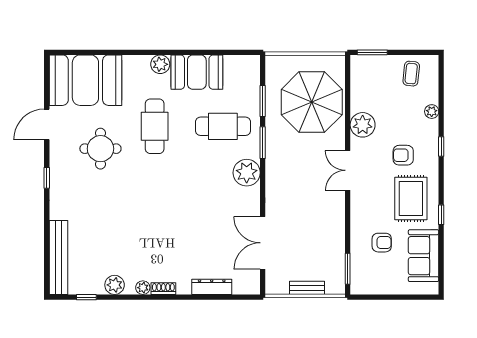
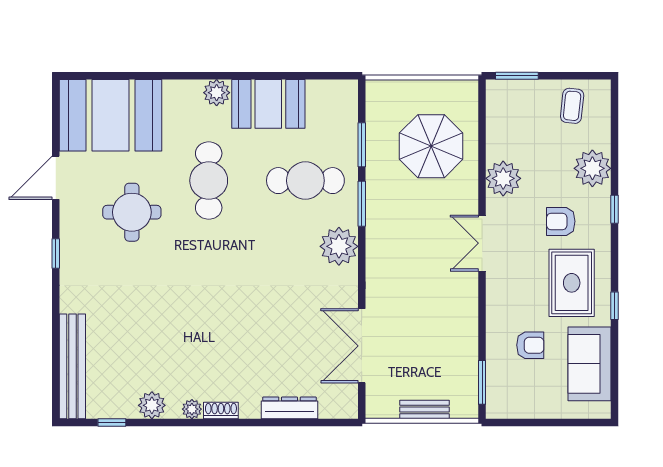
parasol: (312, 102) -> (431, 146), width x0.73, depth x0.73
plant: (432, 112) -> (592, 168), width x1.87, depth x1.87

